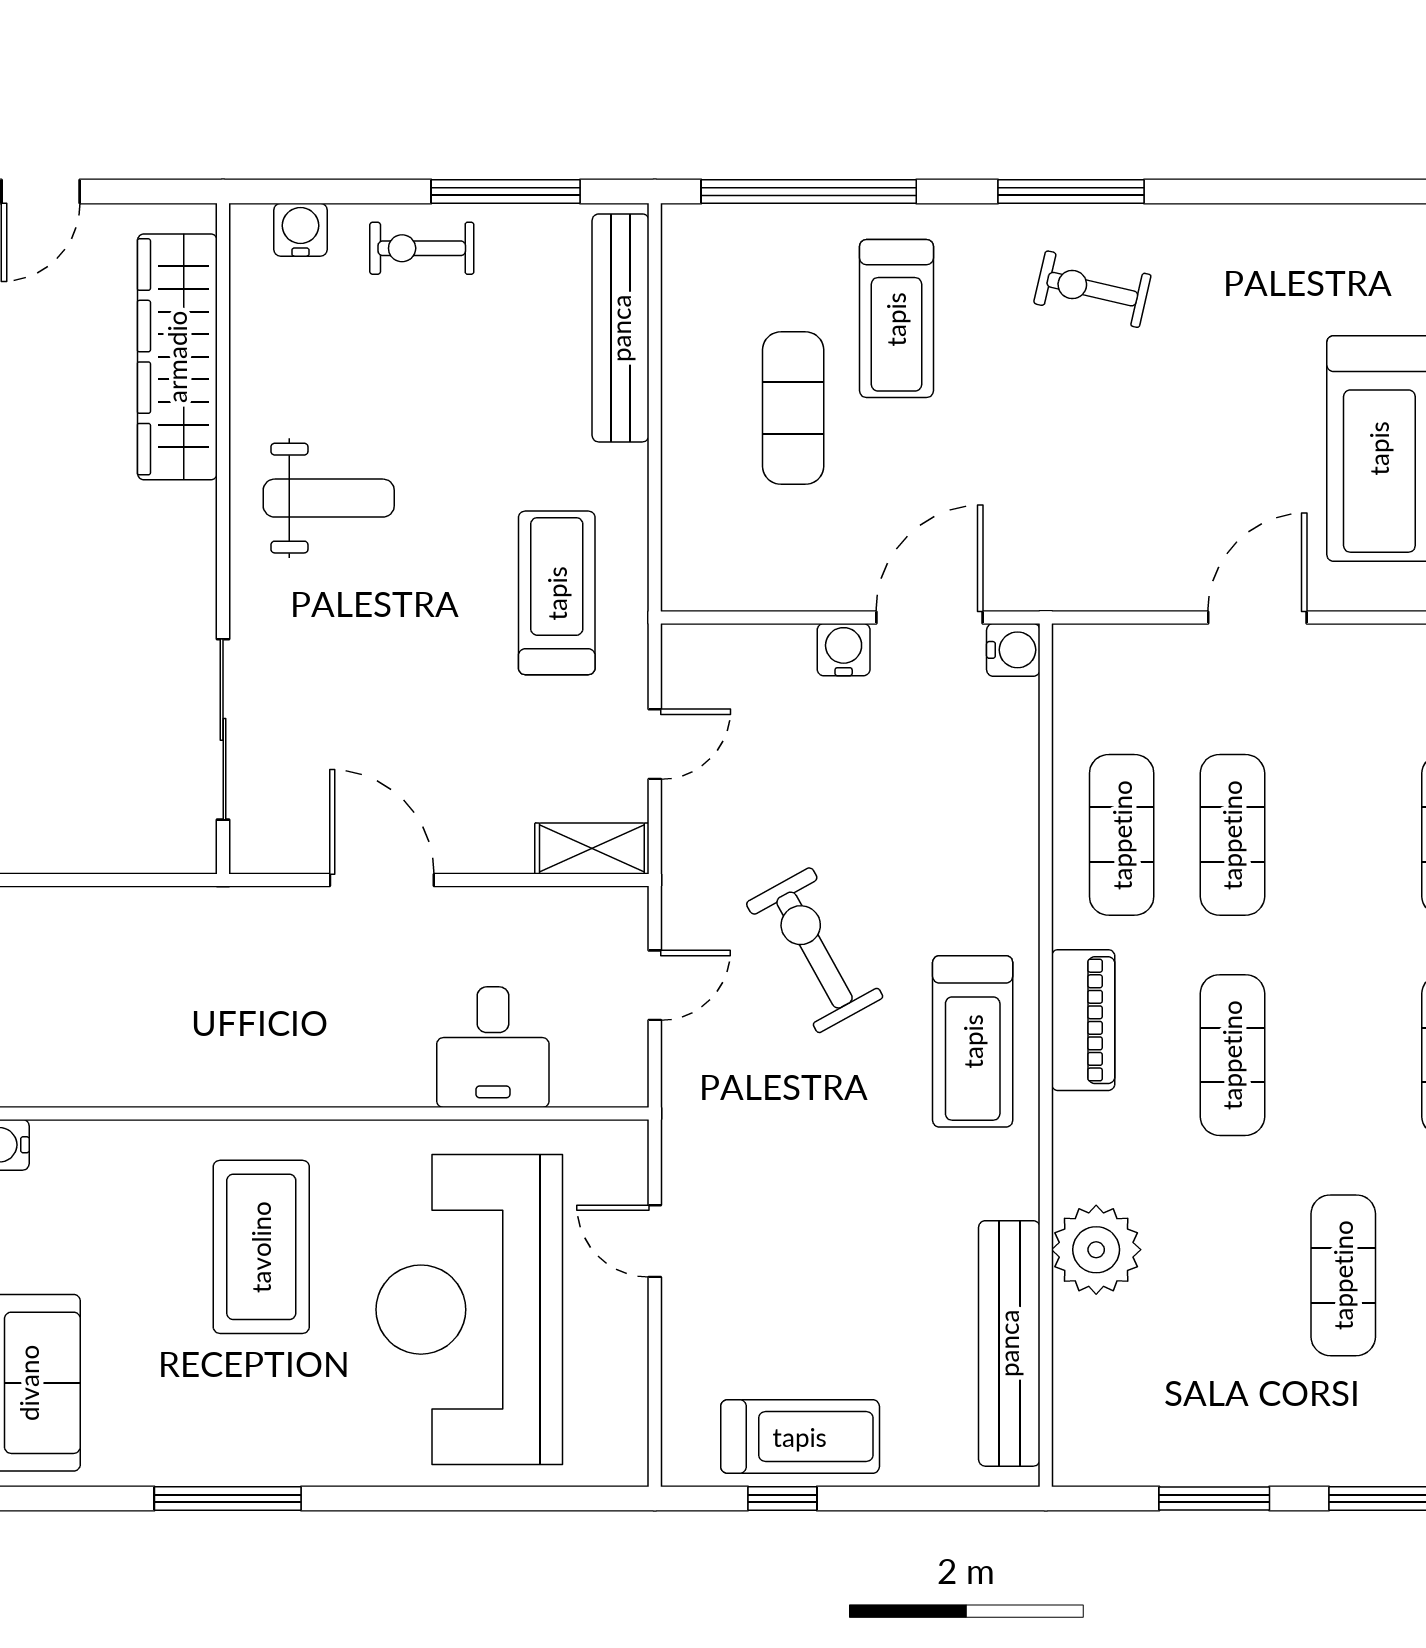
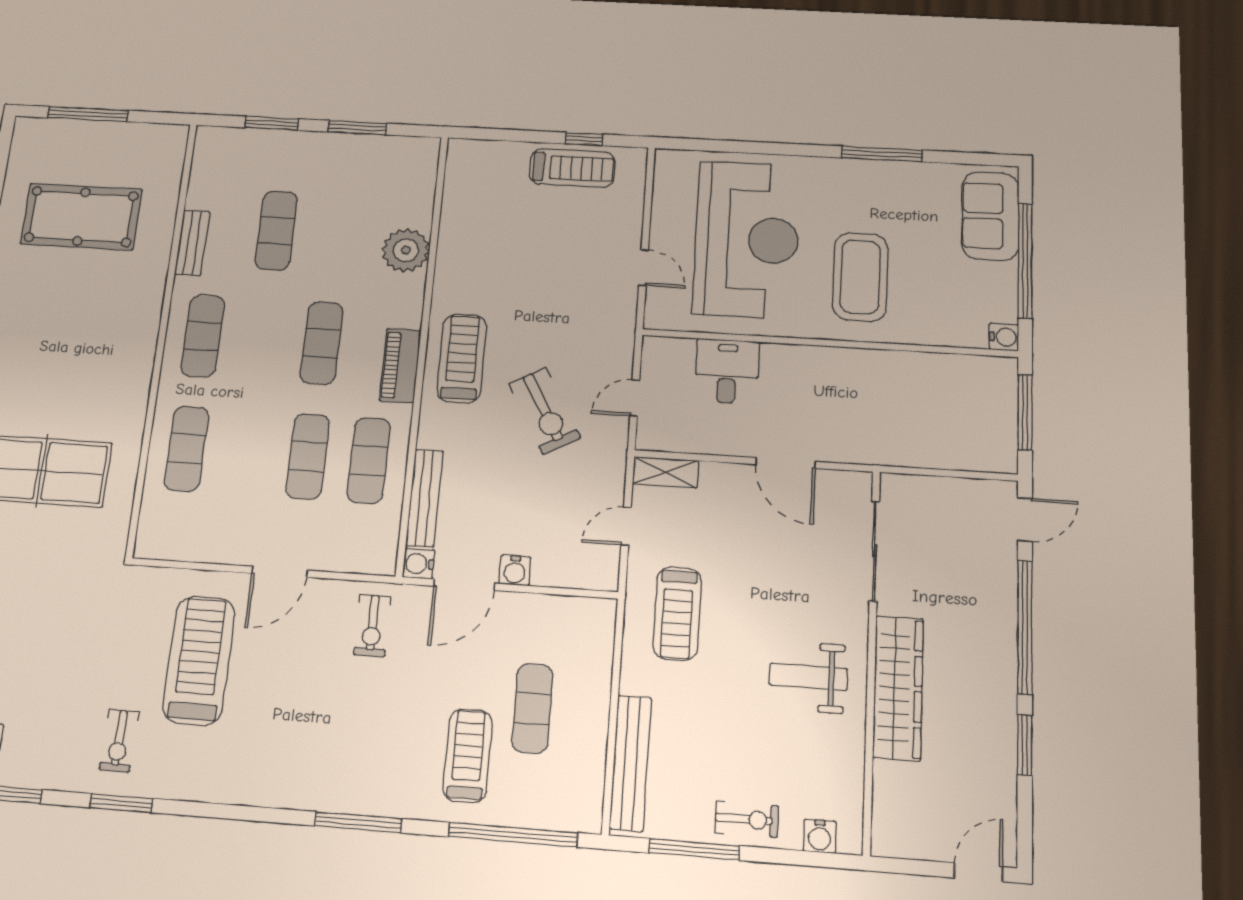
exercise bike: (1092, 289) -> (372, 625), moved, turned 77
wardrobe: (177, 357) -> (898, 688), moved
bench: (1009, 1343) -> (424, 498), moved, width x0.73, depth x0.82
treadmill: (800, 1437) -> (572, 168), turned 180

